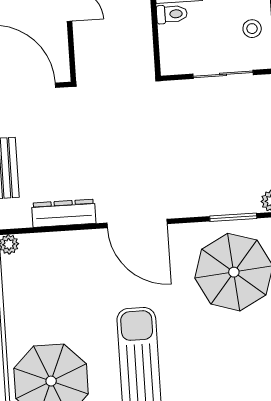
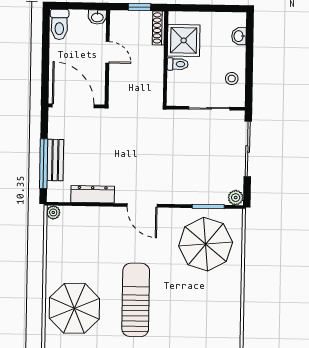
door: (137, 223) -> (142, 205), width x0.73

